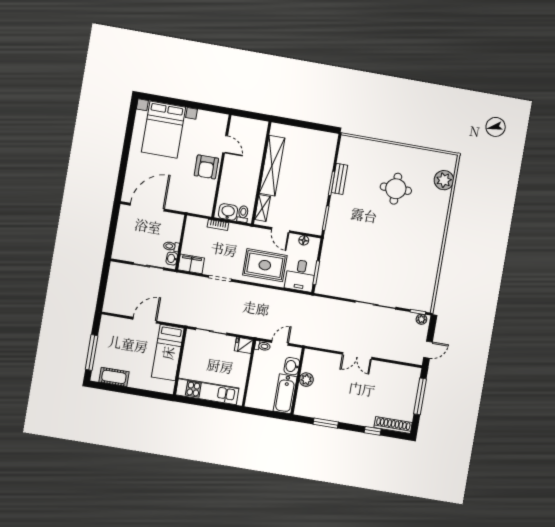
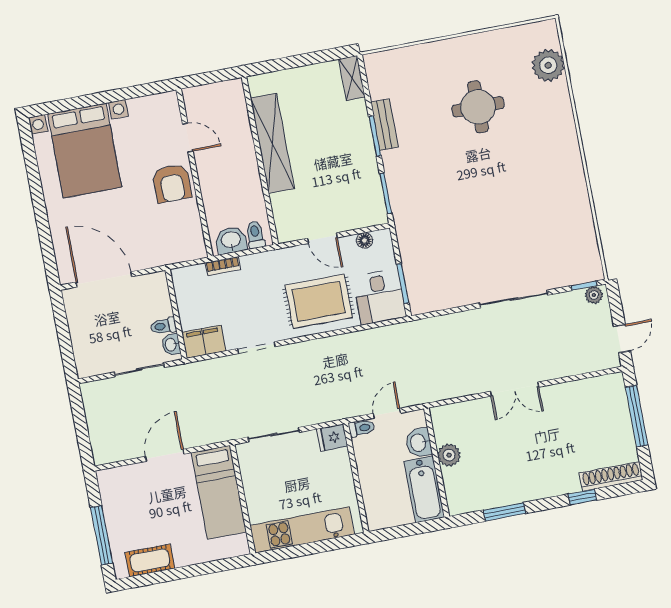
door: (147, 207) -> (104, 279), hinge flipped
shelving: (262, 208) -> (352, 78), moved

